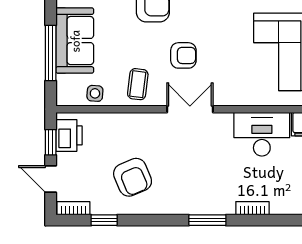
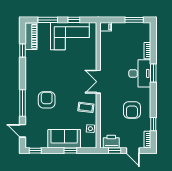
window: (51, 53) -> (70, 151), width x0.46
armchair: (183, 55) -> (72, 85), removed
desk: (262, 134) -> (140, 73), moved, turned 180
armchair: (133, 177) -> (132, 110), turned 113
door: (51, 179) -> (133, 151), hinge flipped

